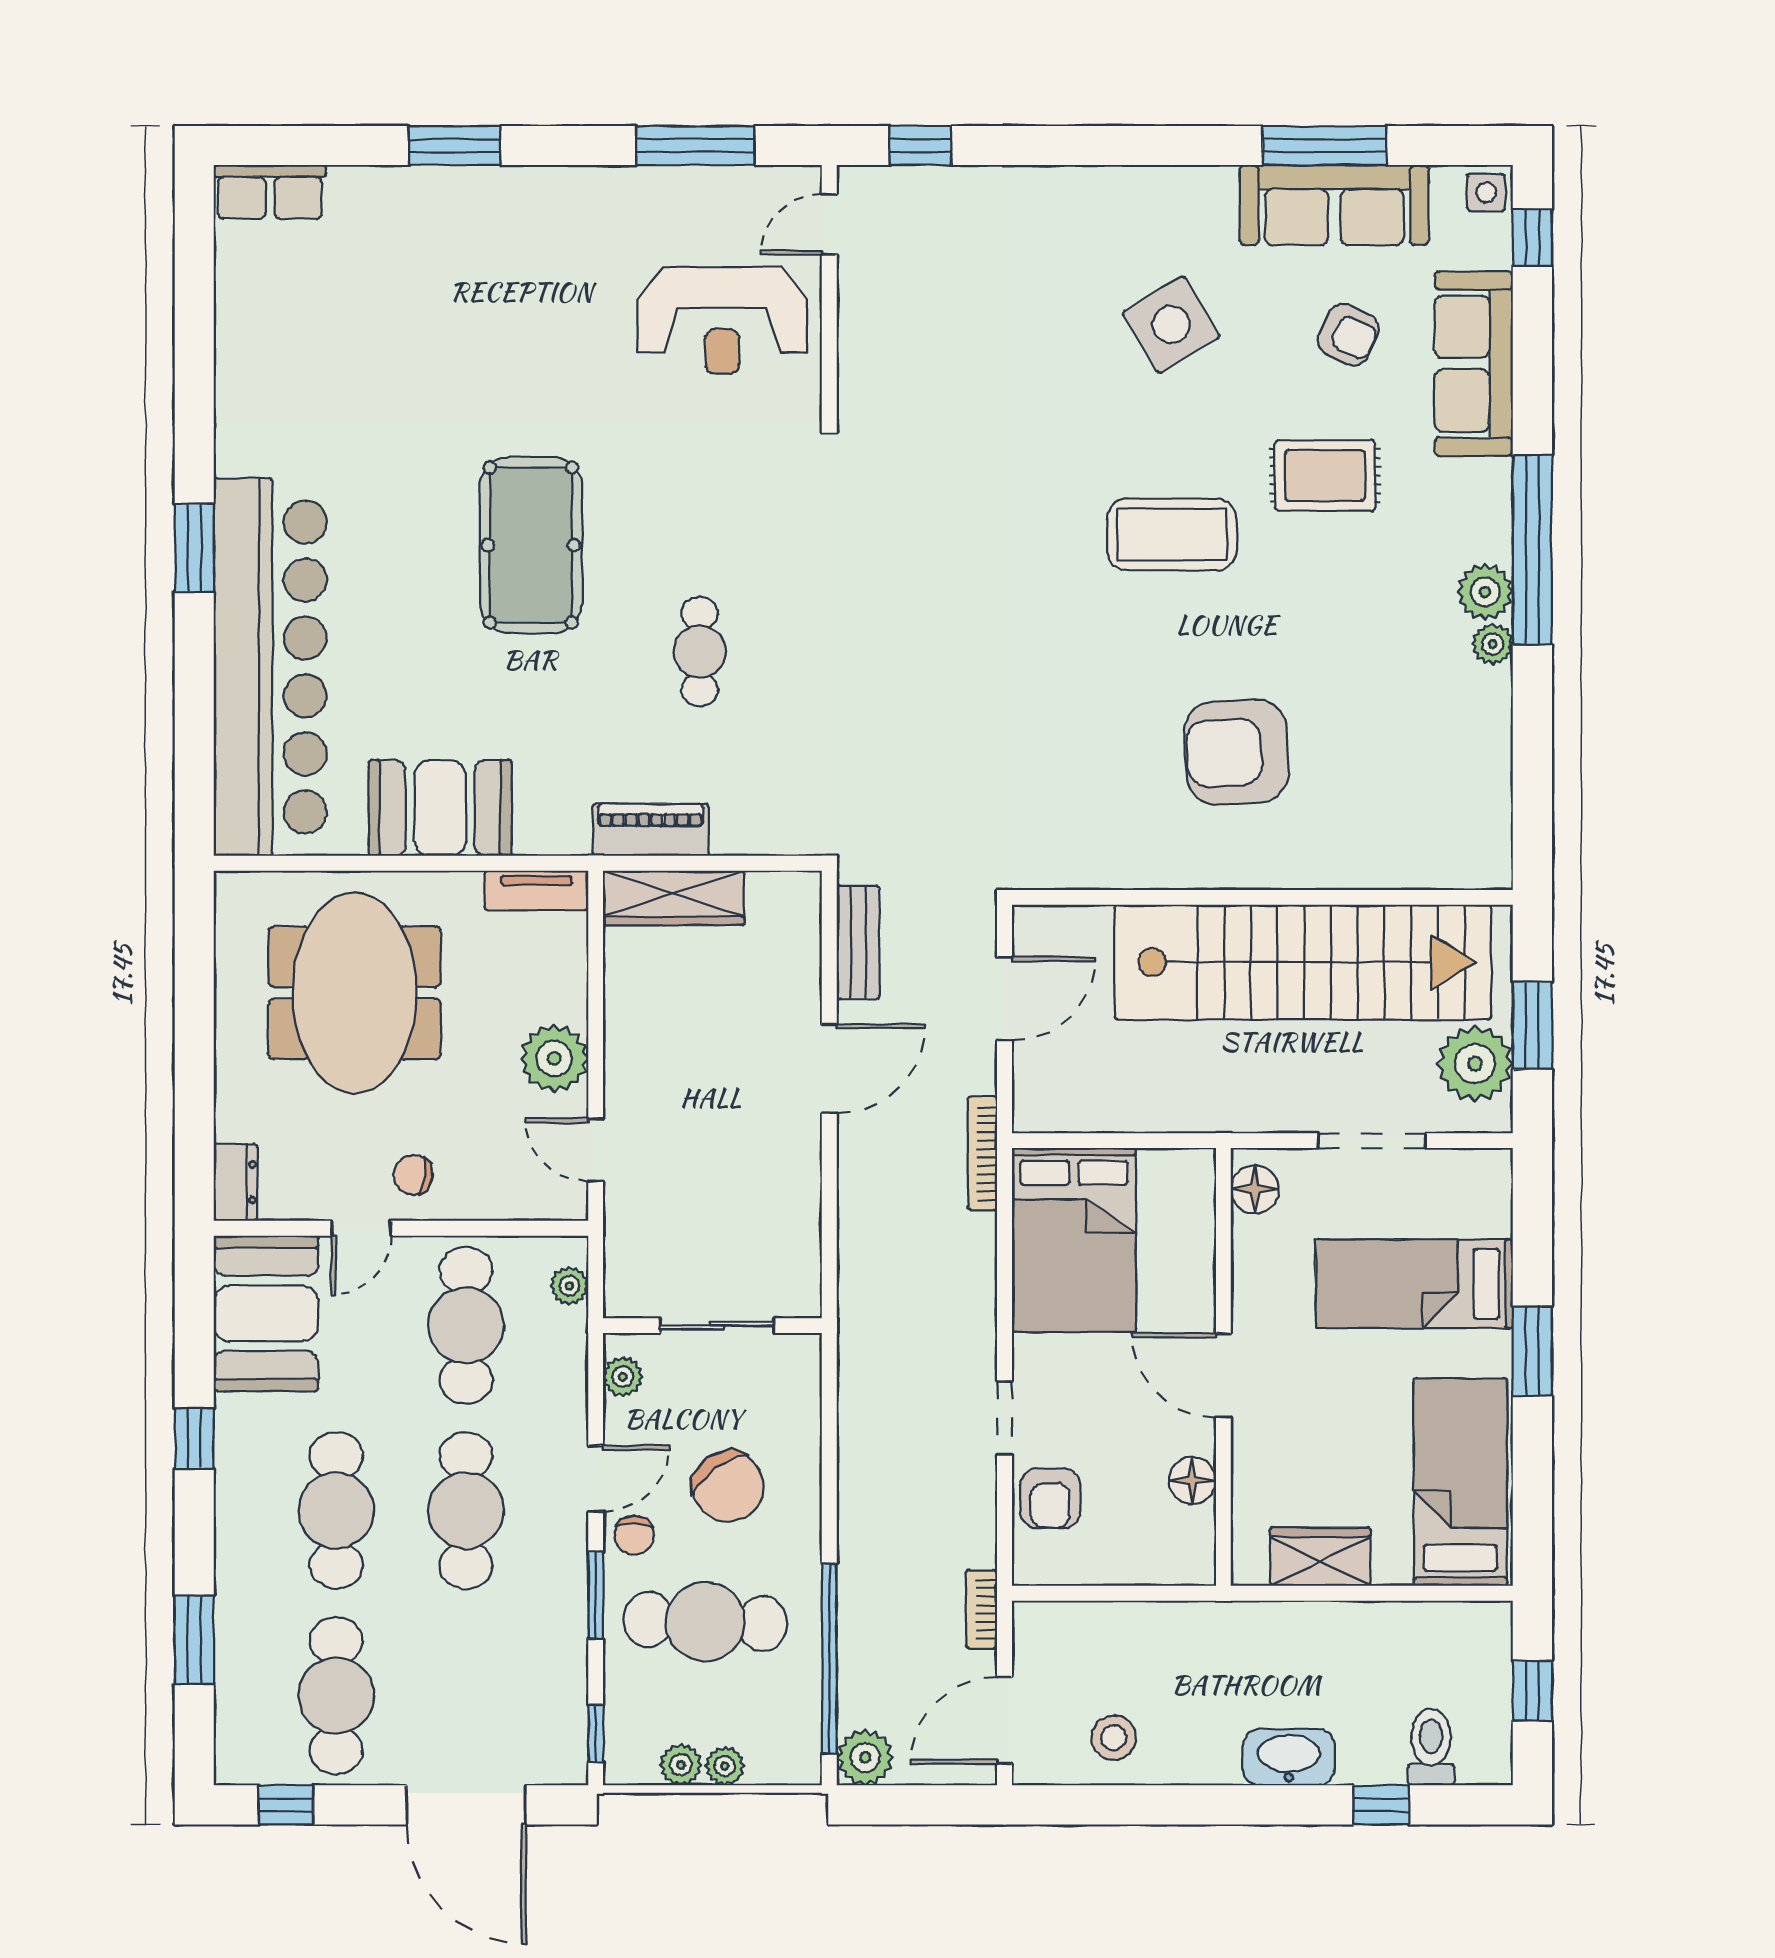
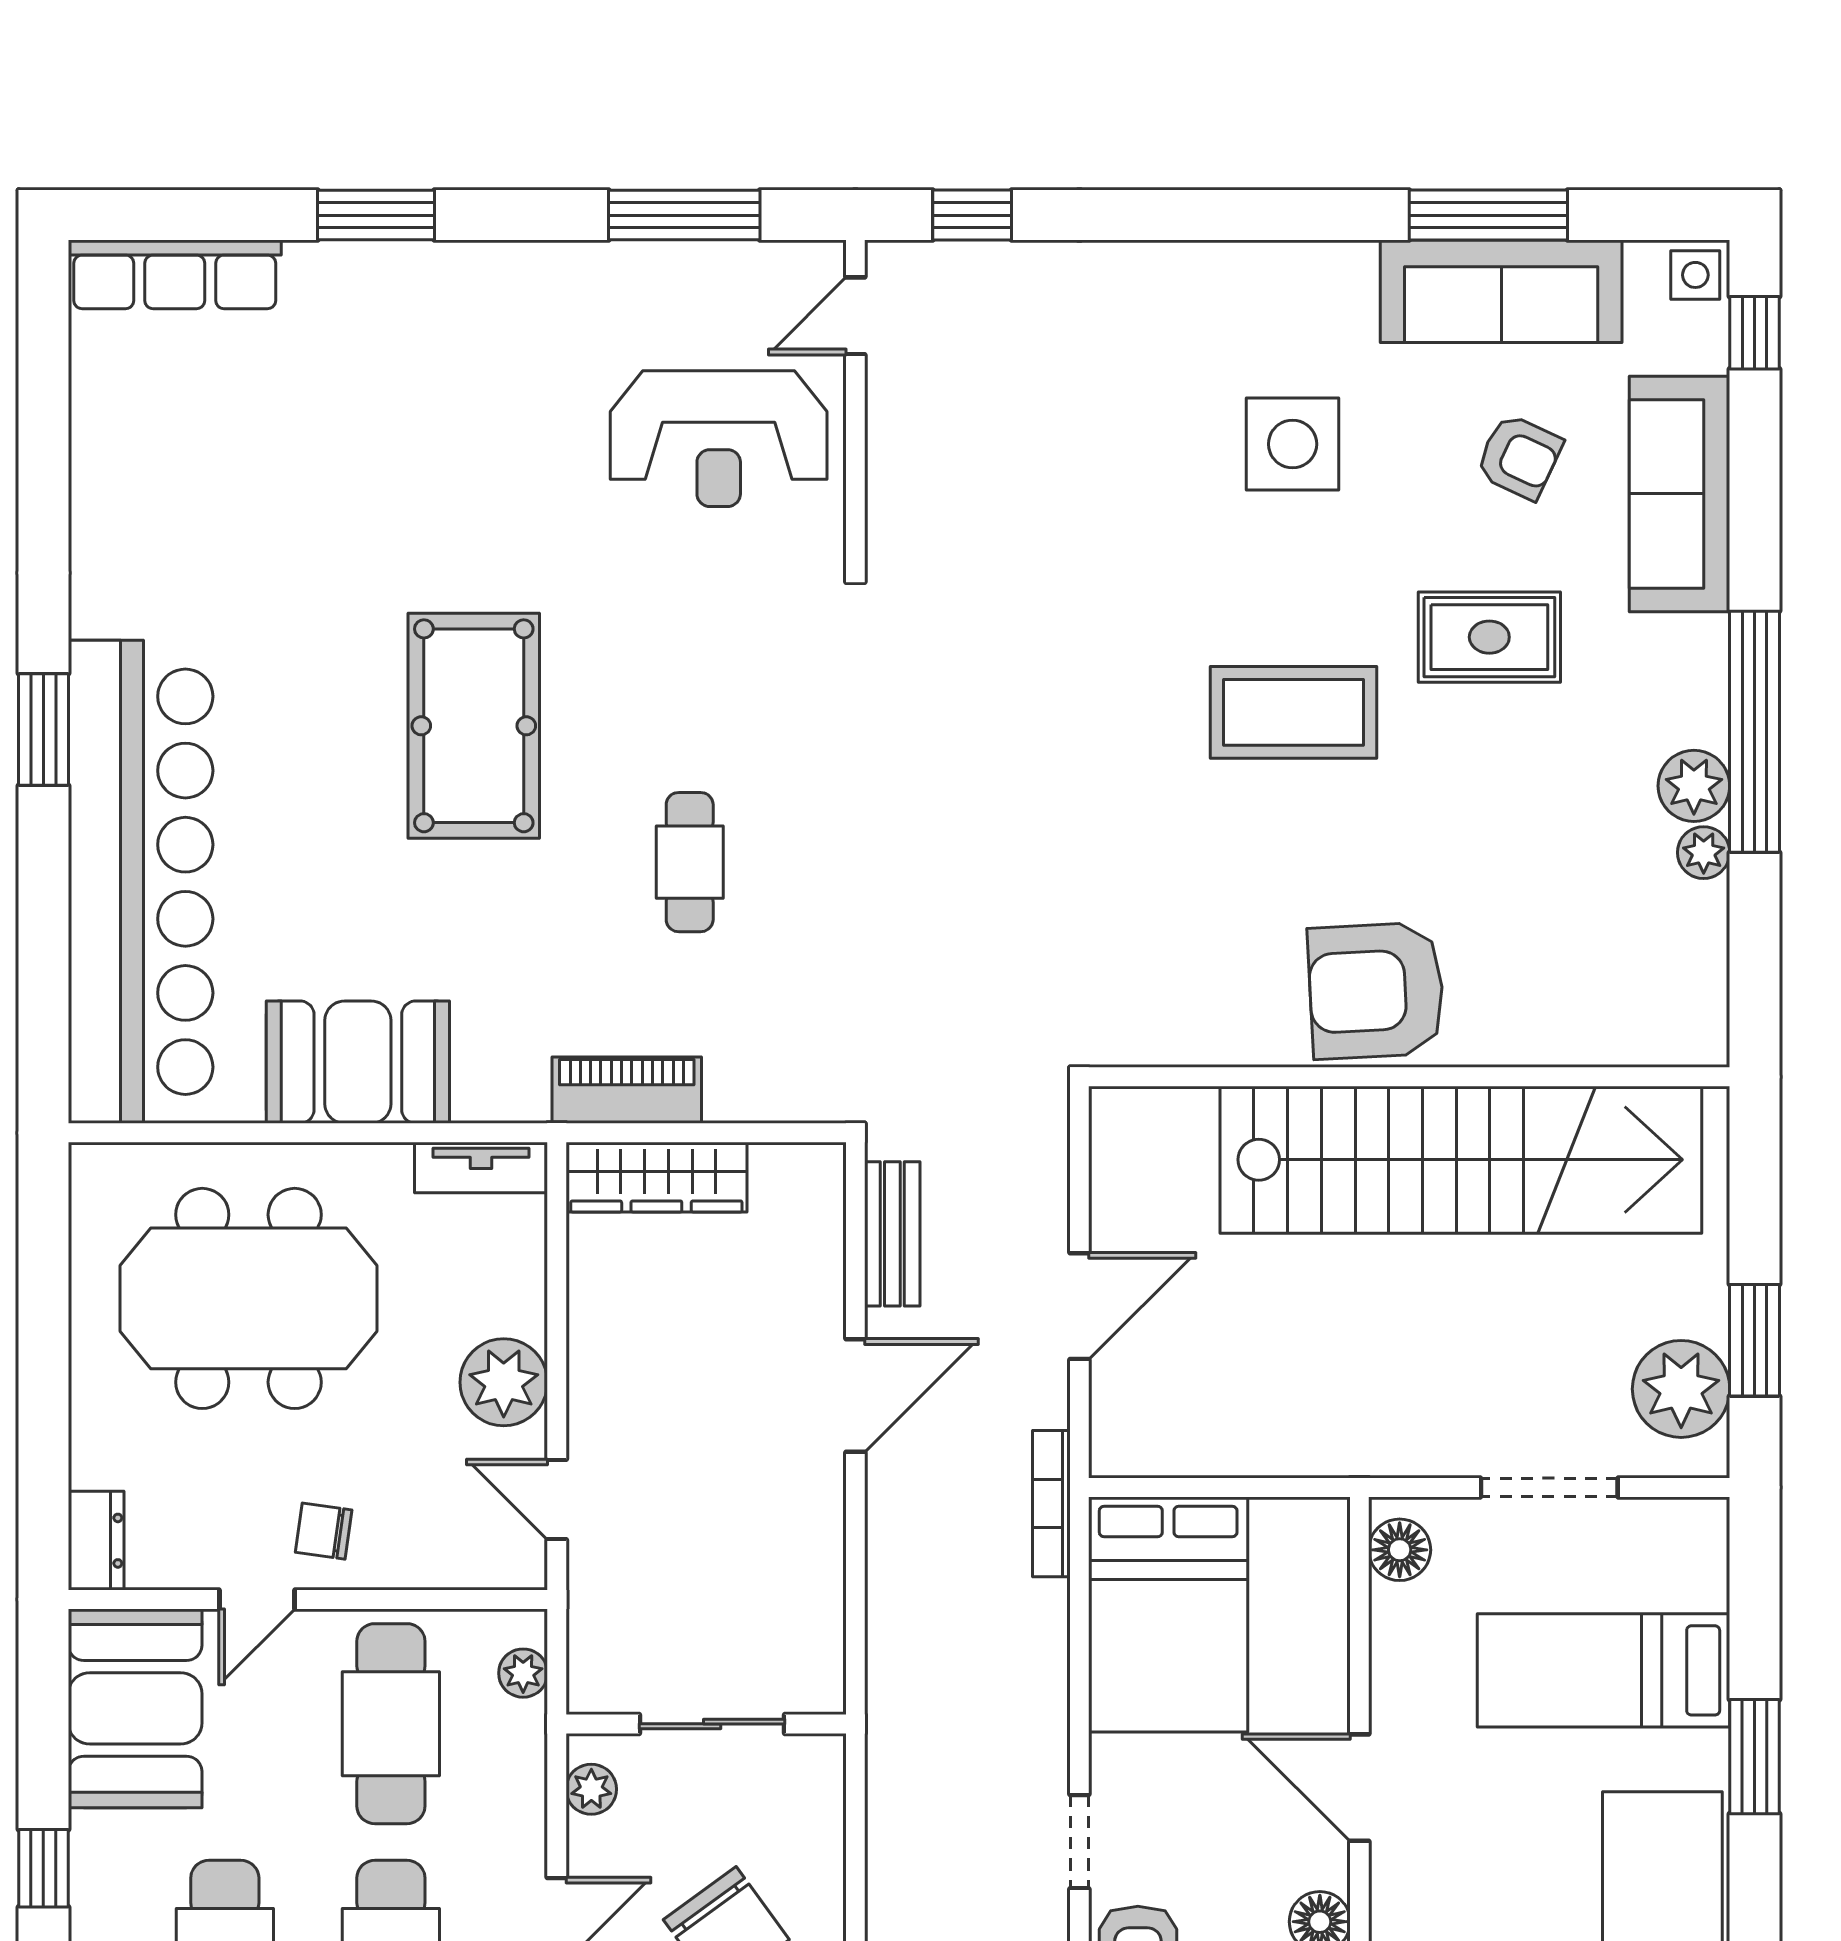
row of seats: (270, 192) -> (175, 274), width x1.48
side table: (1171, 325) -> (1293, 444), turned 31
wall: (1262, 897) -> (1409, 1077), moved
stairs: (1303, 962) -> (1461, 1160), moved
meeting table: (355, 993) -> (248, 1298), turned 90

